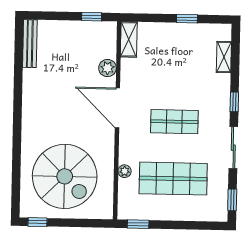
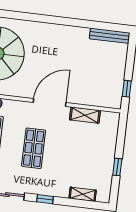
shelving: (129, 39) -> (85, 115), moved
plant: (107, 68) -> (83, 98), removed

